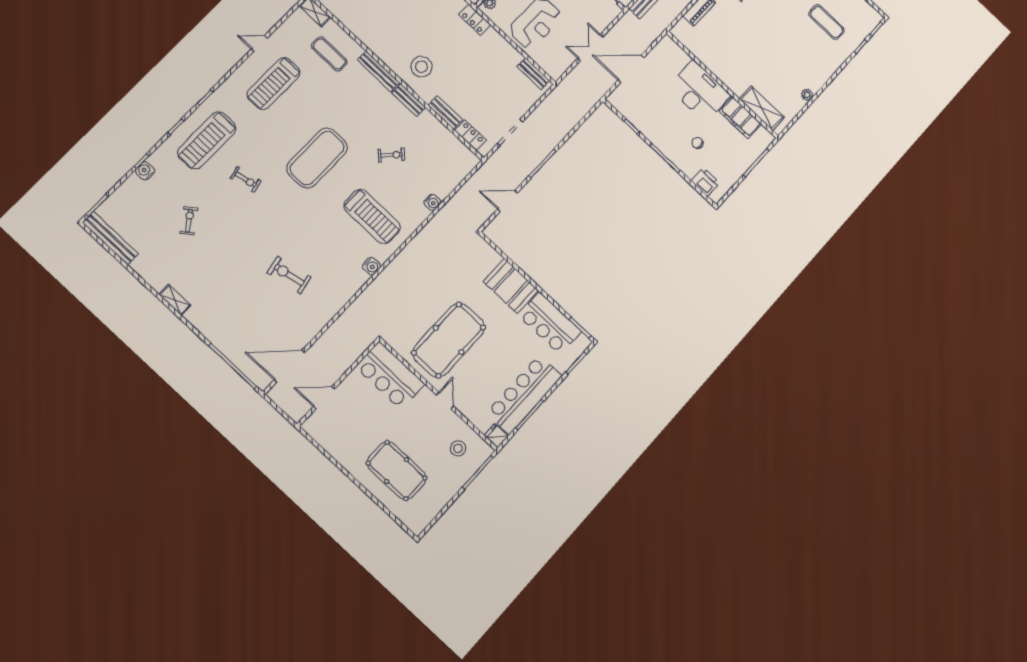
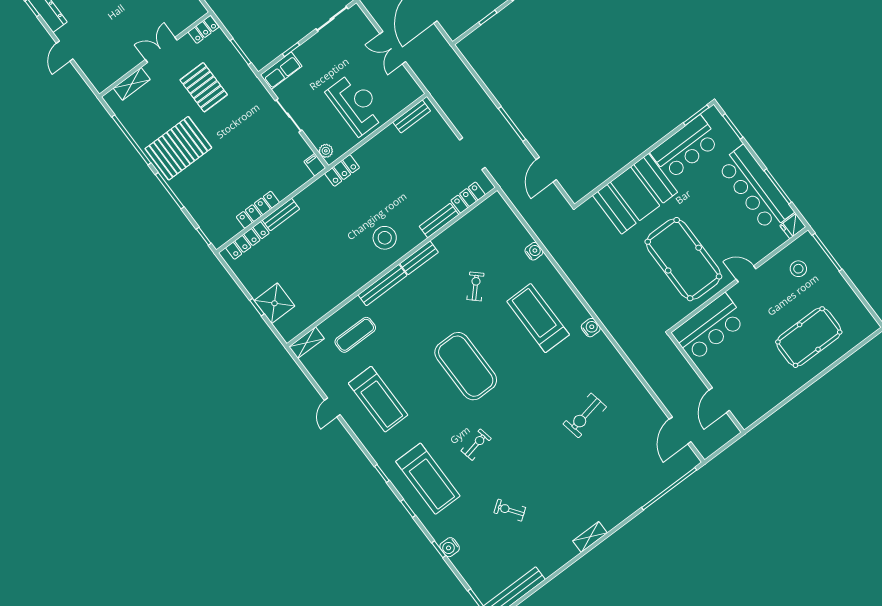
treadmill: (372, 217) -> (538, 318), turned -90
booth: (511, 286) -> (635, 194), width x1.36, depth x1.42
door: (289, 366) -> (680, 430), width x0.73

